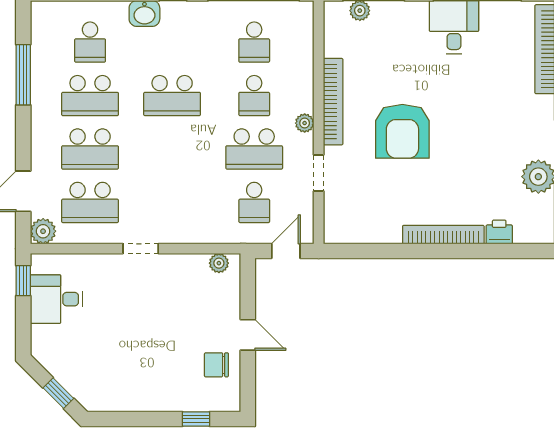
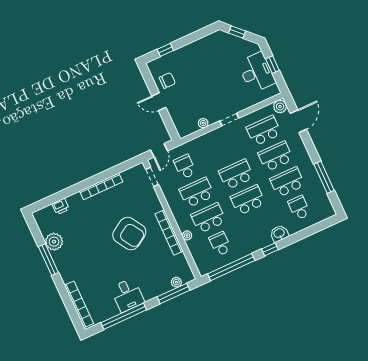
school desk: (254, 96) -> (208, 218), width x1.85
plant: (305, 123) -> (187, 235), moved
armchair: (402, 131) -> (129, 234), turned 148
school desk: (172, 149) -> (236, 174), added
doorway: (319, 173) -> (152, 177), moved
bookcase: (443, 235) -> (101, 186), moved
plant: (219, 263) -> (203, 123), moved
window: (23, 281) -> (272, 65), moved
desk: (56, 299) -> (257, 72), width x1.37

